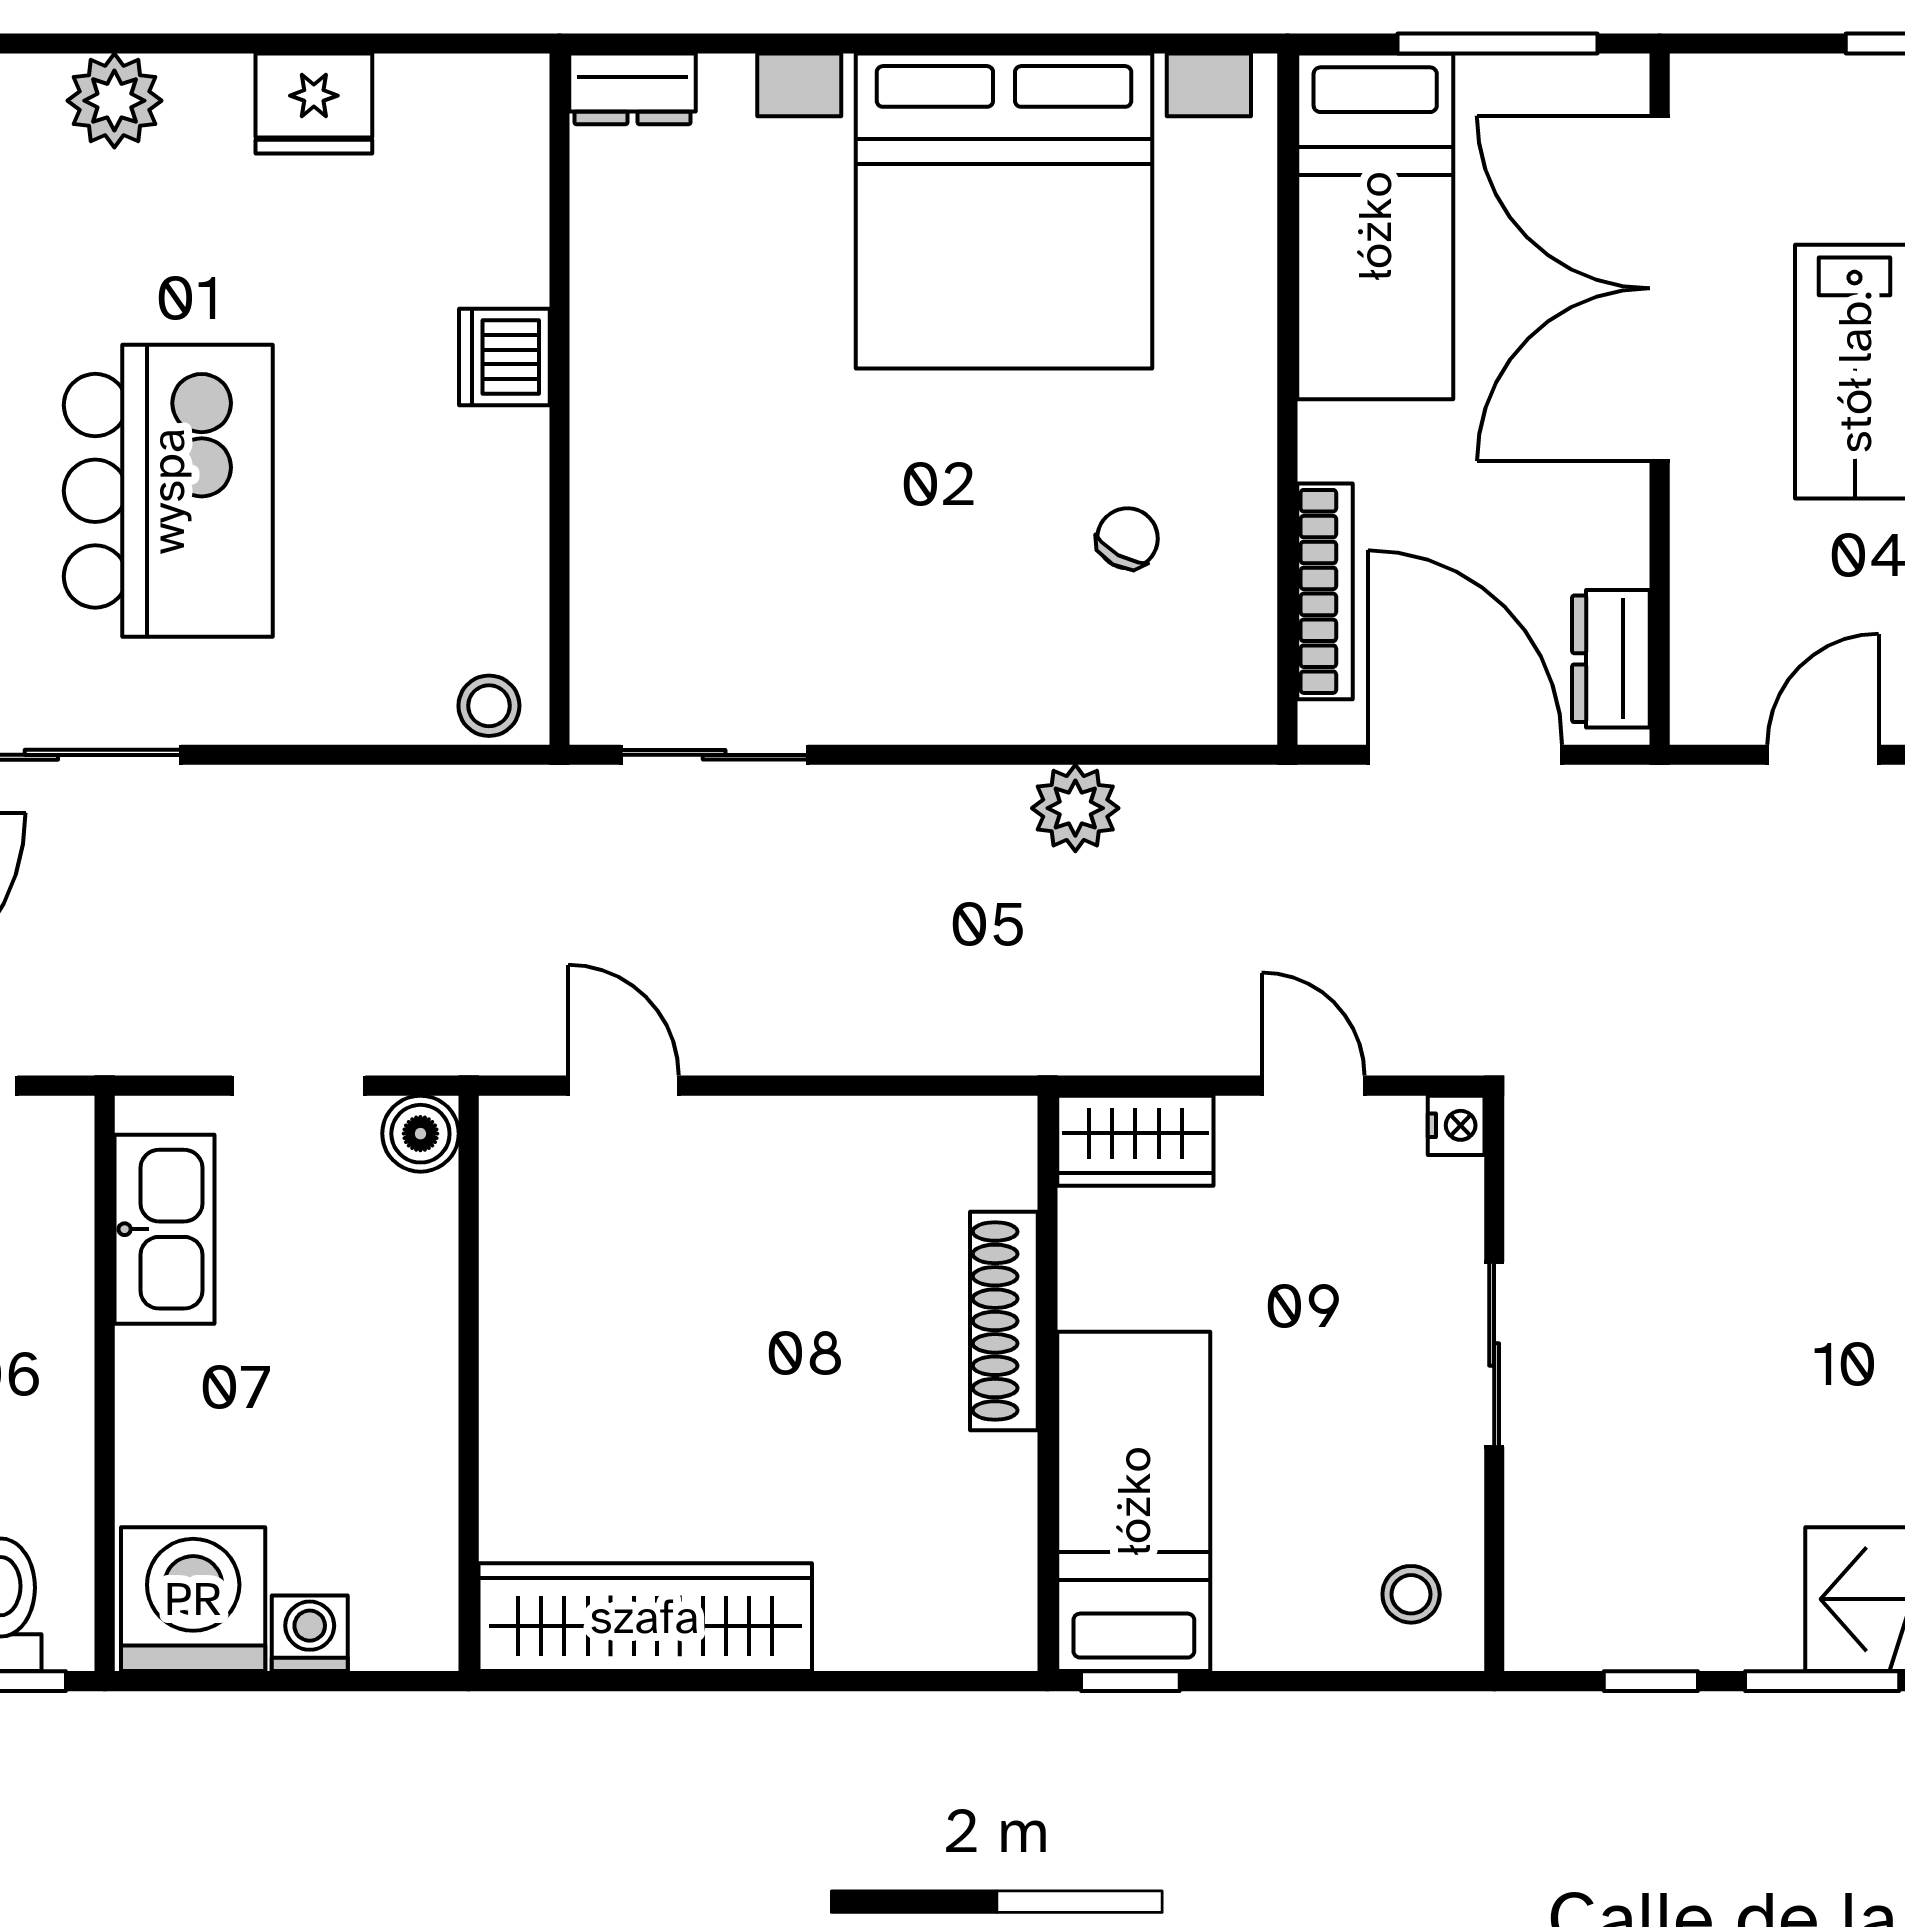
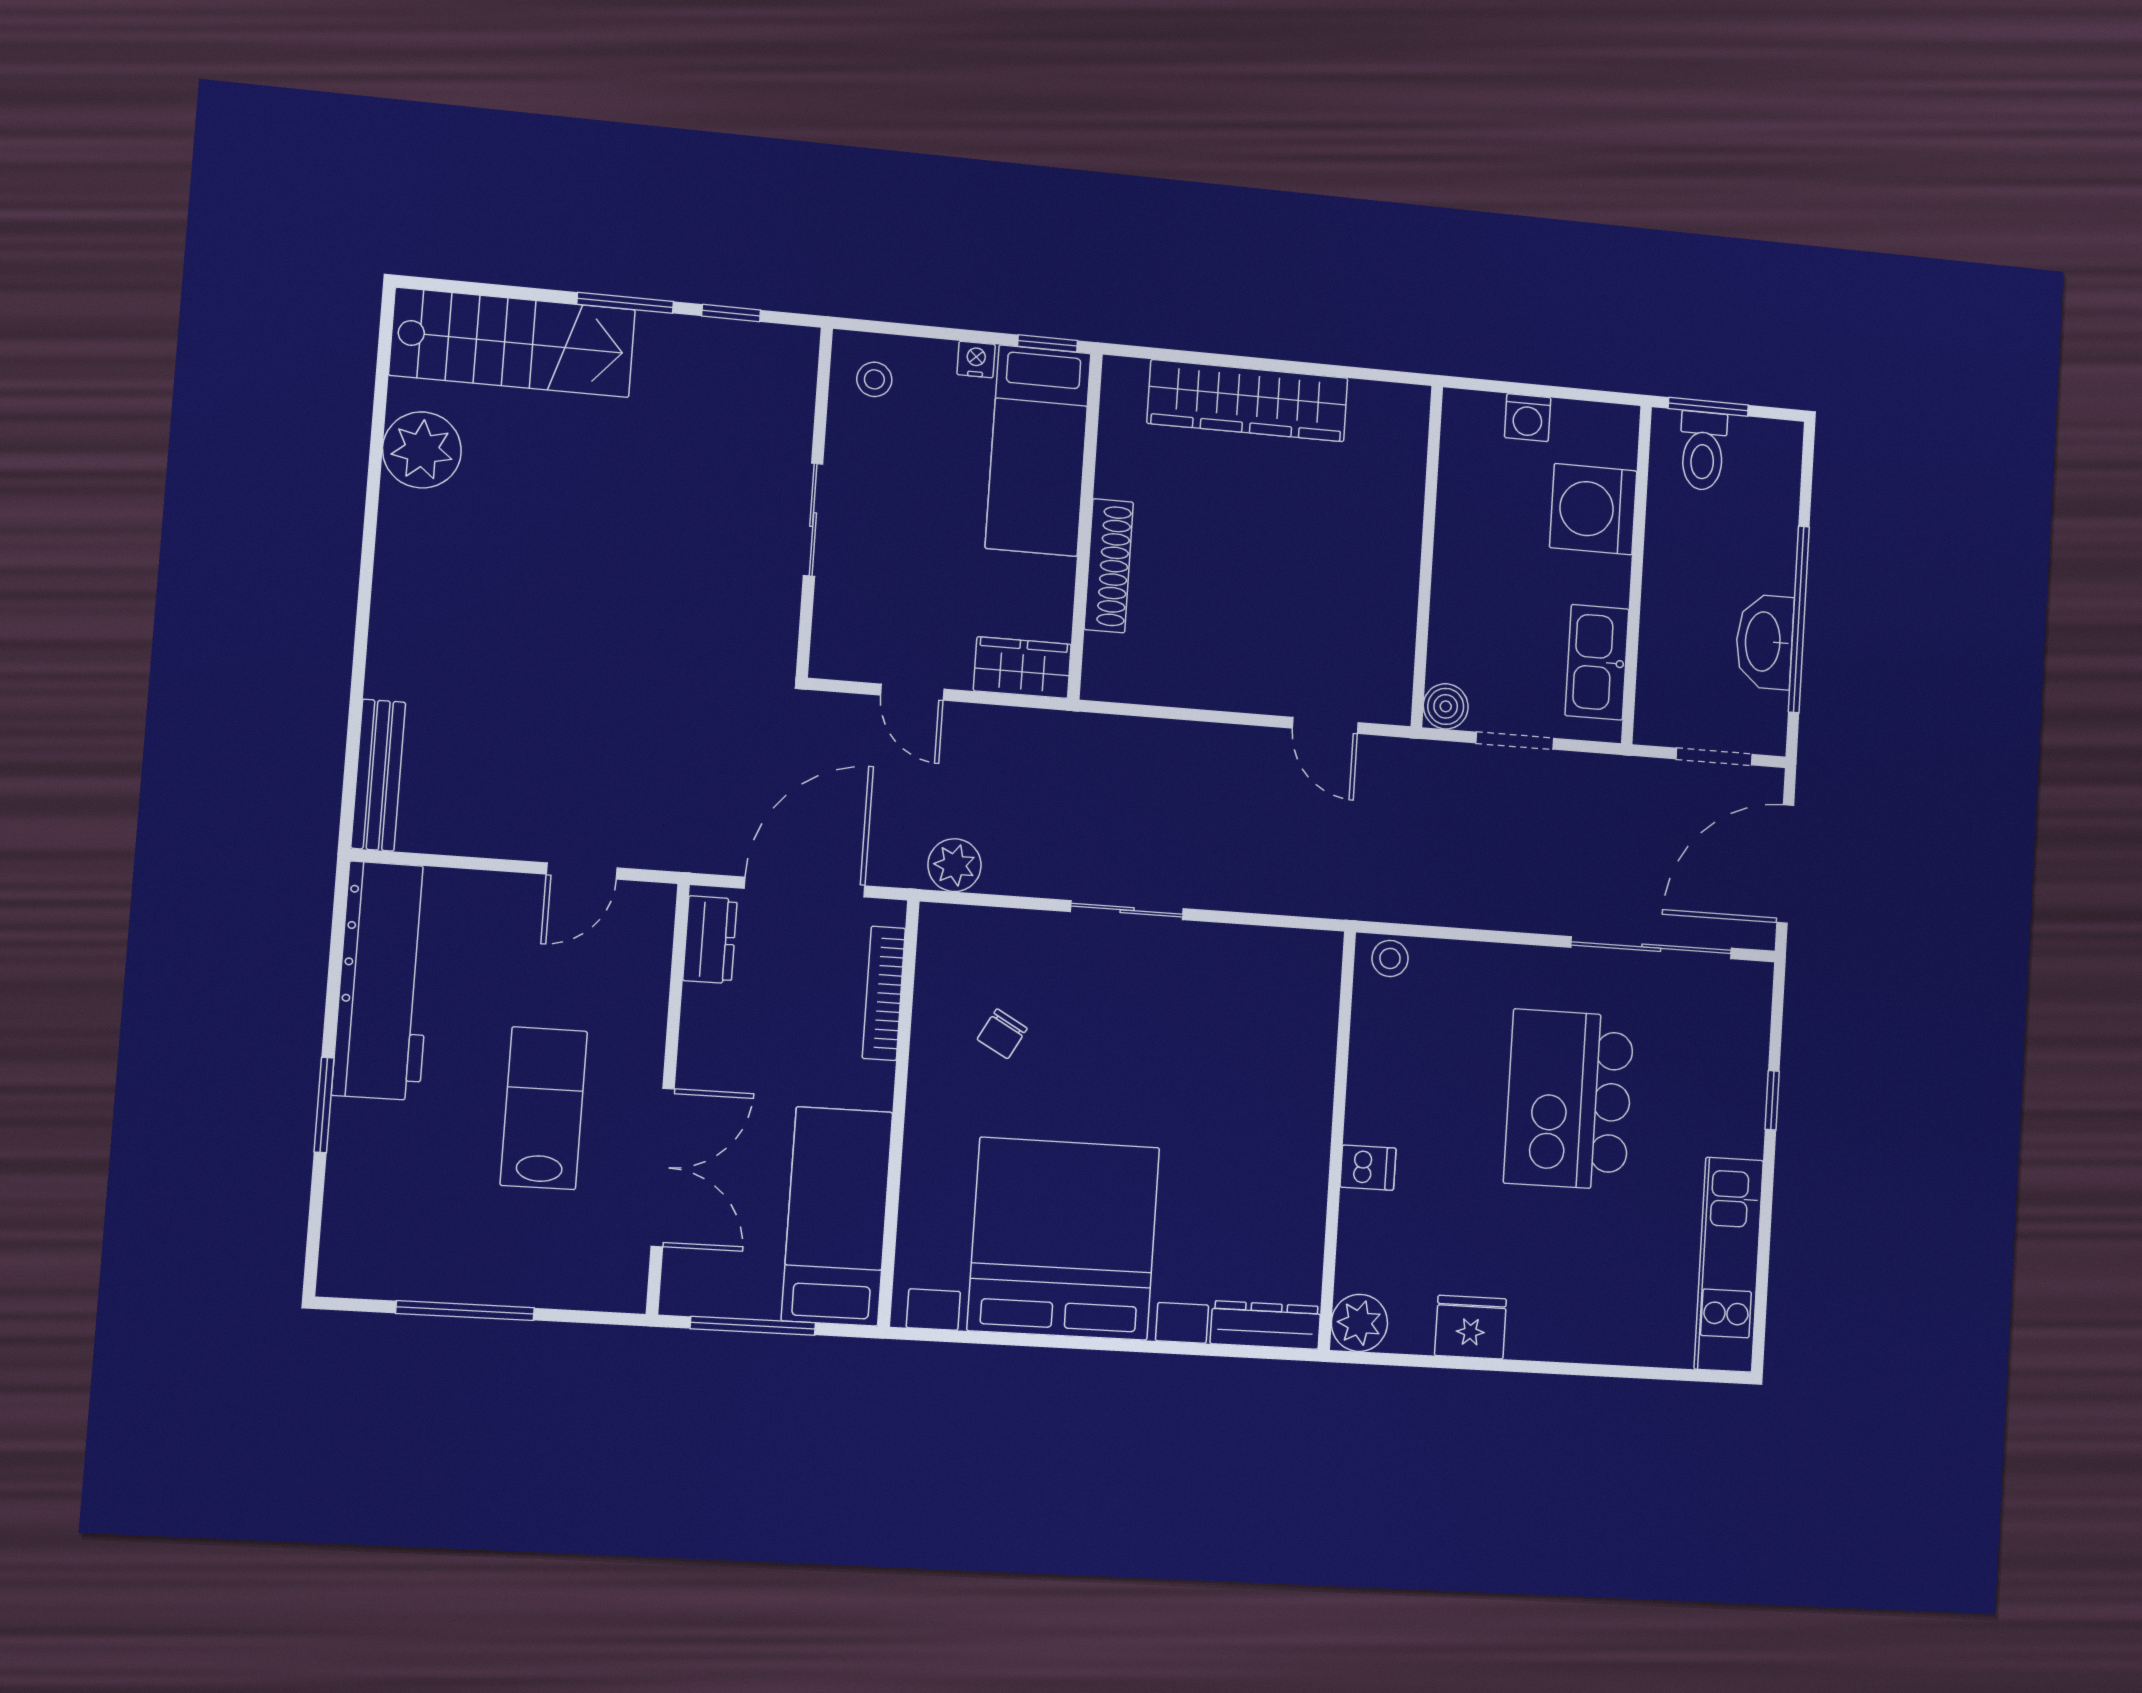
dresser: (633, 89) -> (1265, 1325), width x1.44
plant: (114, 101) -> (1359, 1323), moved
double door: (1660, 288) -> (663, 1167), width x0.73
dishwasher: (504, 357) -> (1368, 1168), width x0.73
sliding door: (714, 755) -> (1127, 910), moved
door: (1465, 755) -> (805, 887), swing flipped
plant: (1075, 808) -> (954, 865), moved
nightstand: (1456, 1125) -> (976, 359), moved, turned 90
washing machine: (193, 1599) -> (1593, 509), moved, turned 90
wardrobe: (645, 1617) -> (1248, 401), moved

